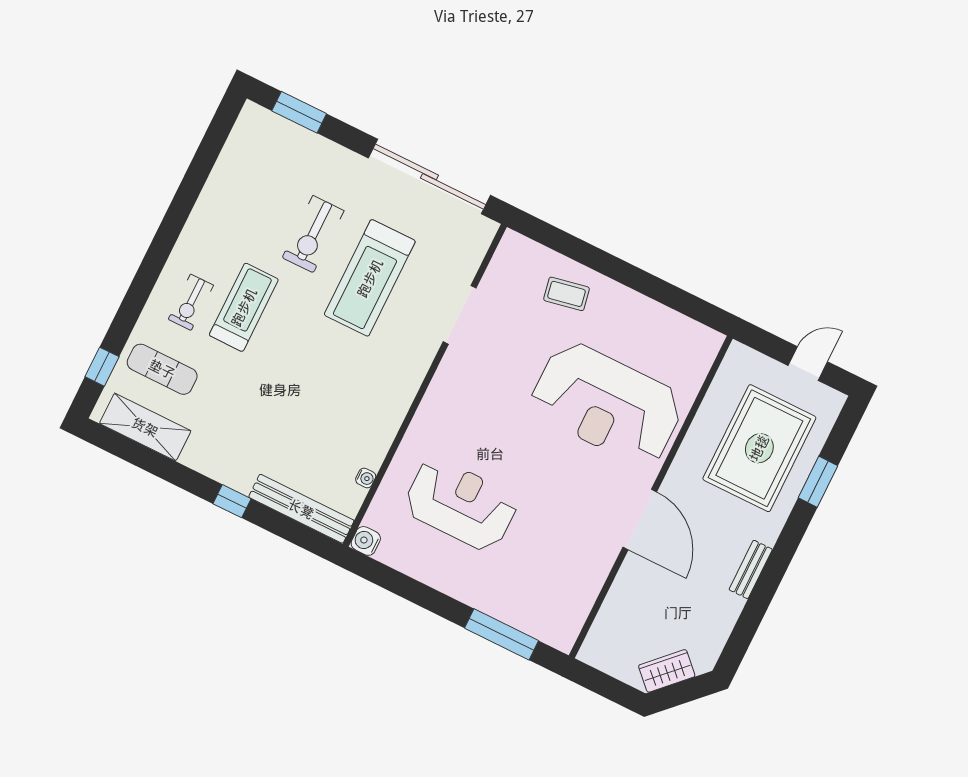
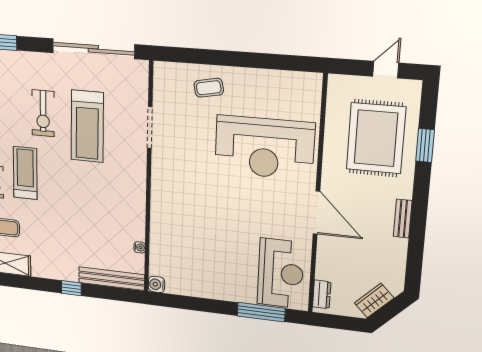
reception desk: (461, 504) -> (281, 273), moved, turned 90
dresser: (598, 637) -> (322, 294), added

